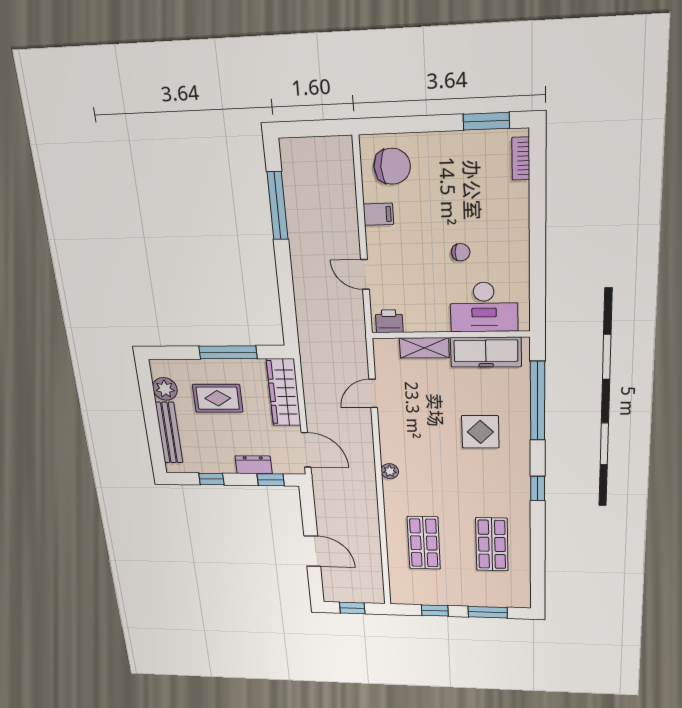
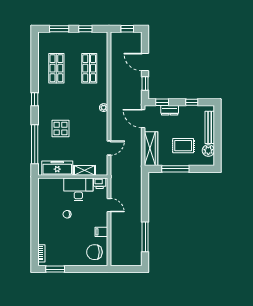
desk: (484, 307) -> (78, 189), moved
window: (308, 514) -> (145, 83), added

